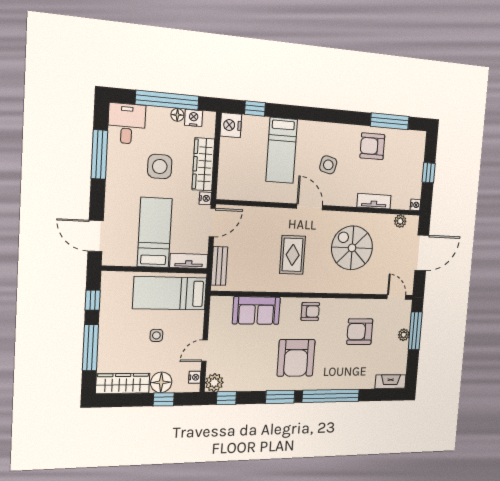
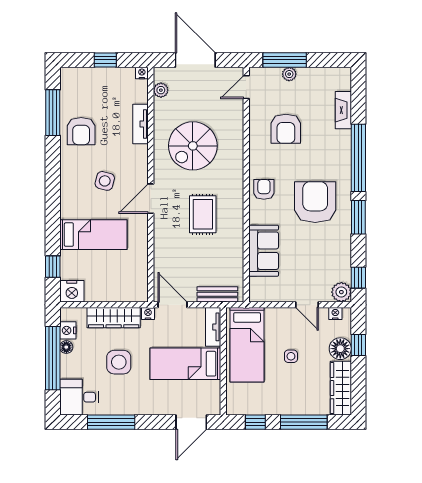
rug: (293, 255) -> (203, 214), turned 90
armchair: (296, 358) -> (315, 202), turned -90
fireplace: (391, 382) -> (343, 110), moved

